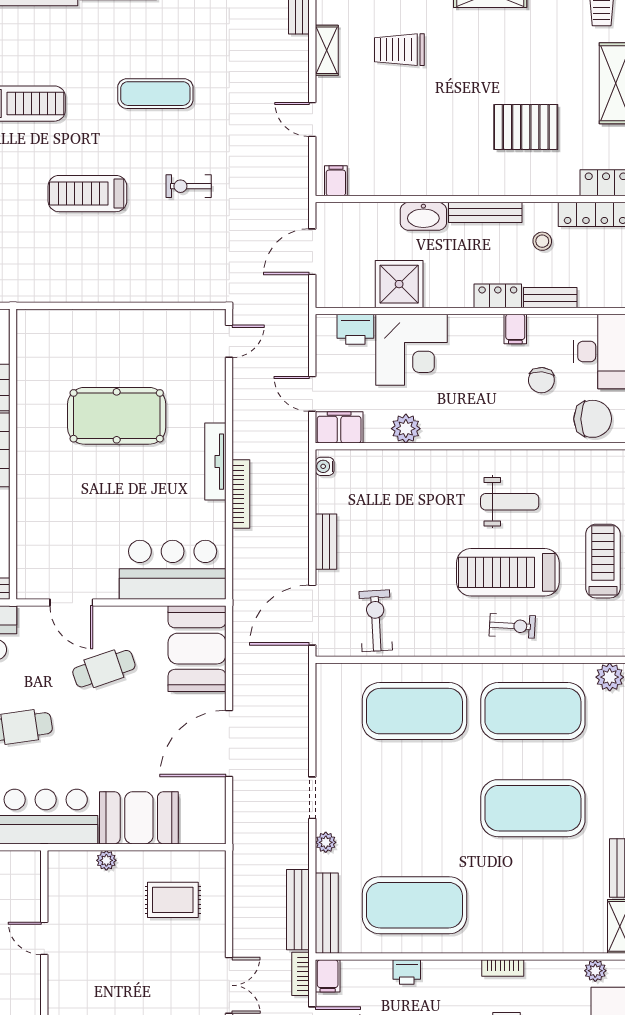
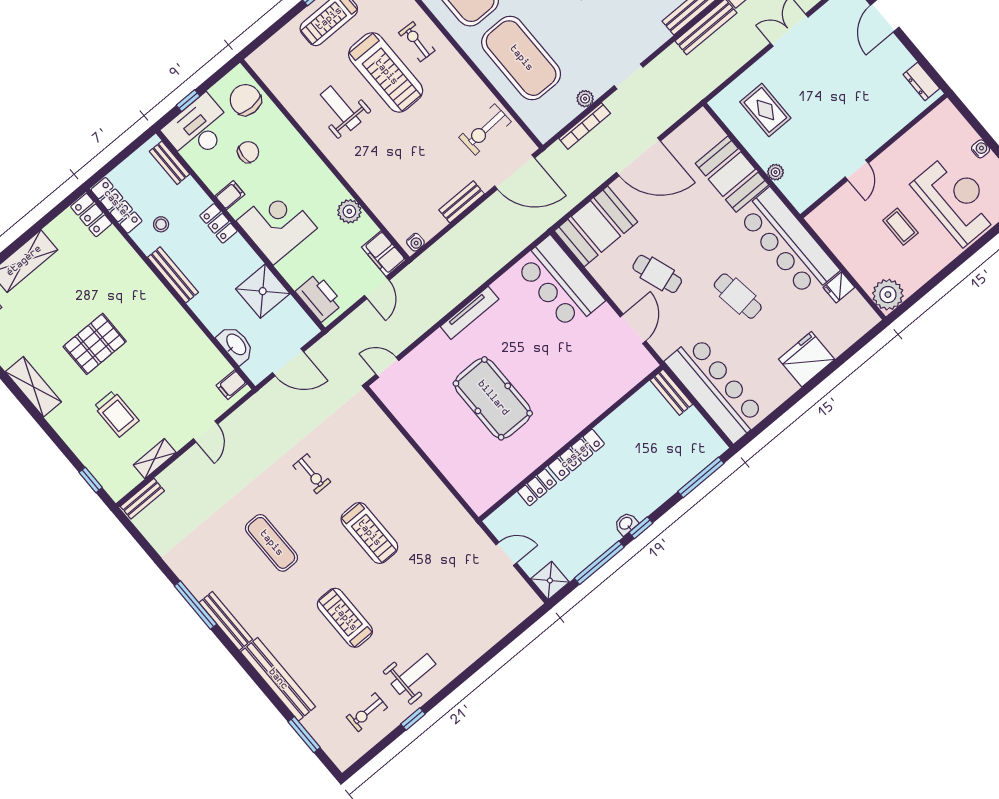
pallet: (526, 127) -> (95, 344), moved, turned 90
washbasin: (423, 216) -> (236, 345), moved
bench: (550, 298) -> (169, 163), moved
printer: (355, 329) -> (319, 298), width x1.37, depth x1.19
corner desk: (411, 350) -> (277, 225), moved
bookcase: (241, 494) -> (585, 126), moved, turned 180
plant: (326, 842) -> (585, 99), moved

